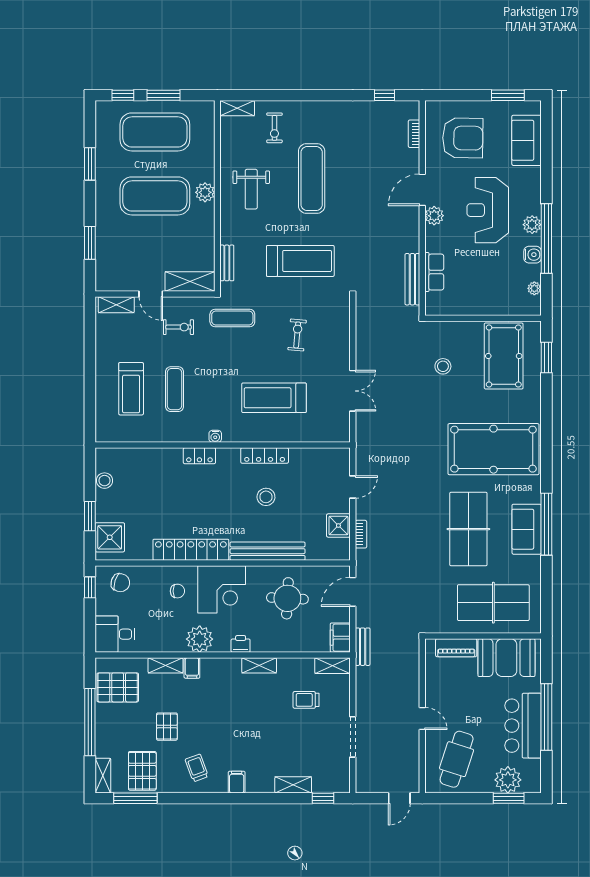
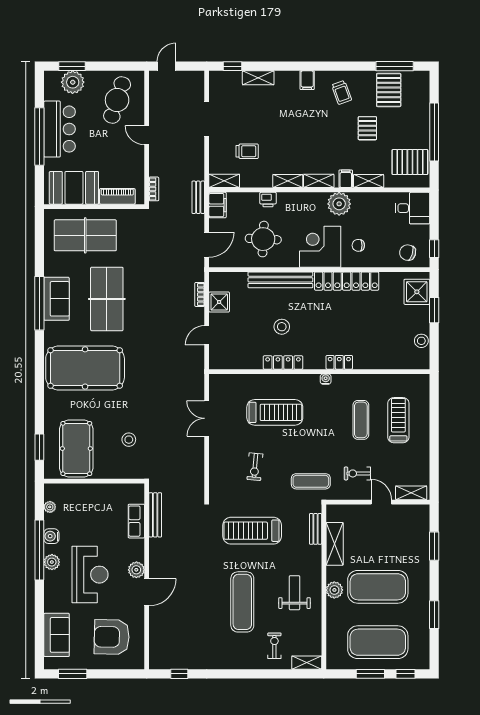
bookcase: (414, 134) -> (154, 189), moved
shelving: (190, 281) -> (335, 544), moved, turned 90
printer: (241, 644) -> (268, 200), moved
shelving: (103, 776) -> (319, 181), moved, turned 90

